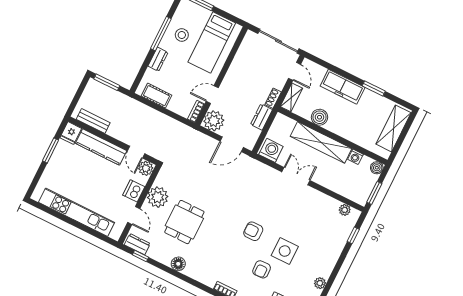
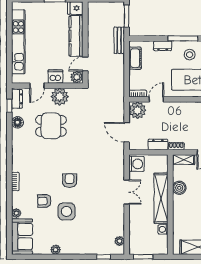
door: (212, 95) -> (156, 99), hinge flipped
bench: (93, 121) -> (119, 40), moved
boiler: (377, 168) -> (163, 249), removed
floor lamp: (178, 264) -> (17, 122), moved

